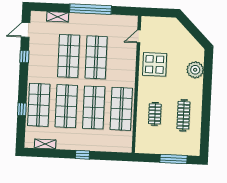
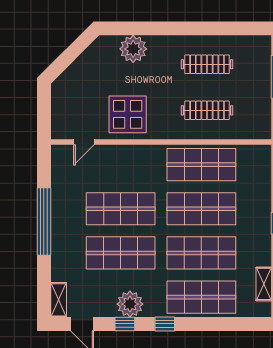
shelving: (58, 17) -> (59, 300), moved
door: (139, 36) -> (84, 142), hinge flipped
plant: (37, 60) -> (130, 304), added
window: (22, 109) -> (165, 324), moved
clothes rail: (155, 114) -> (207, 110), width x1.36

